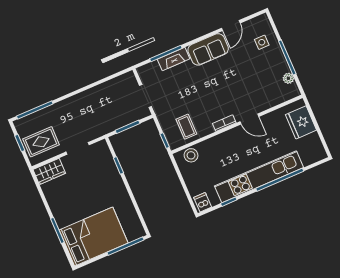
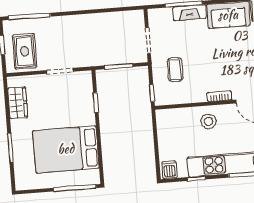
coffee table: (186, 127) -> (175, 70), moved
rug: (41, 142) -> (25, 51), turned 90
stool: (191, 155) -> (209, 121), moved
wardrobe: (49, 171) -> (18, 103), moved, turned -90
bed: (94, 237) -> (66, 149), moved, turned 180

